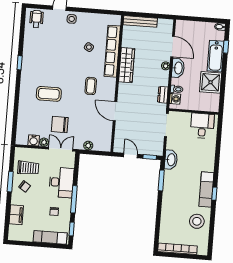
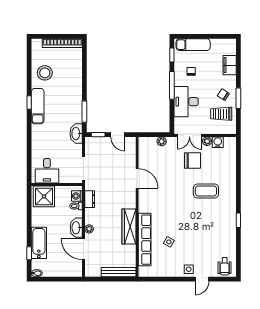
shower: (211, 82) -> (44, 196), moved
coffee table: (91, 86) -> (164, 202), removed

